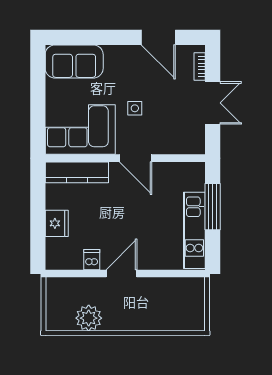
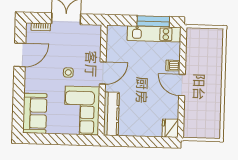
window: (213, 207) -> (153, 21), moved
fridge: (57, 223) -> (170, 128), moved, turned -90
dishwasher: (92, 260) -> (173, 66), moved
plant: (89, 318) -> (212, 109), removed

